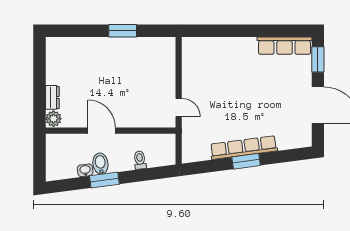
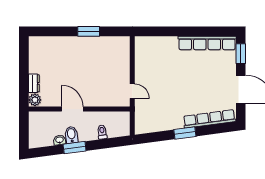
row of seats: (285, 46) -> (207, 43), width x1.36
row of seats: (244, 148) -> (209, 119), moved

